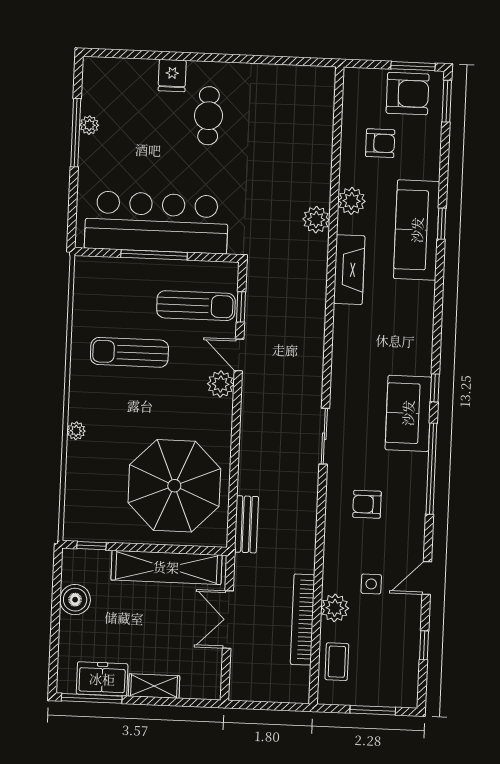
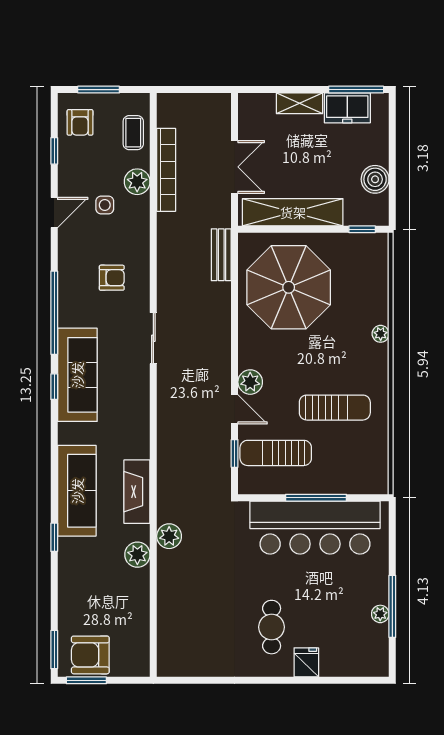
armchair: (380, 143) -> (80, 122), moved, turned -90
sofa: (417, 230) -> (77, 491), moved
sofa: (408, 413) -> (77, 375), width x1.36

